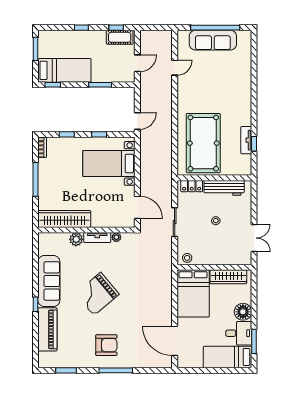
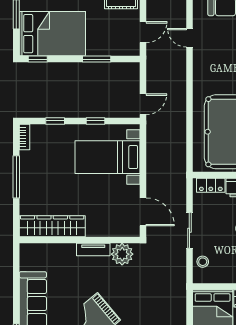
door: (175, 68) -> (189, 38), swing flipped
bed: (64, 70) -> (52, 34), width x1.50
plant: (116, 237) -> (122, 254), width x1.88, depth x1.88
plant: (76, 239) -> (67, 252), removed
stool: (187, 258) -> (203, 262), moved

